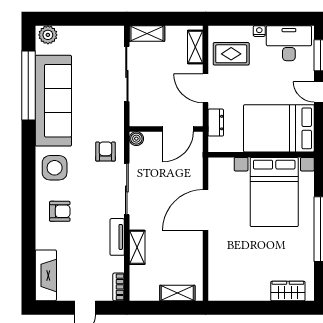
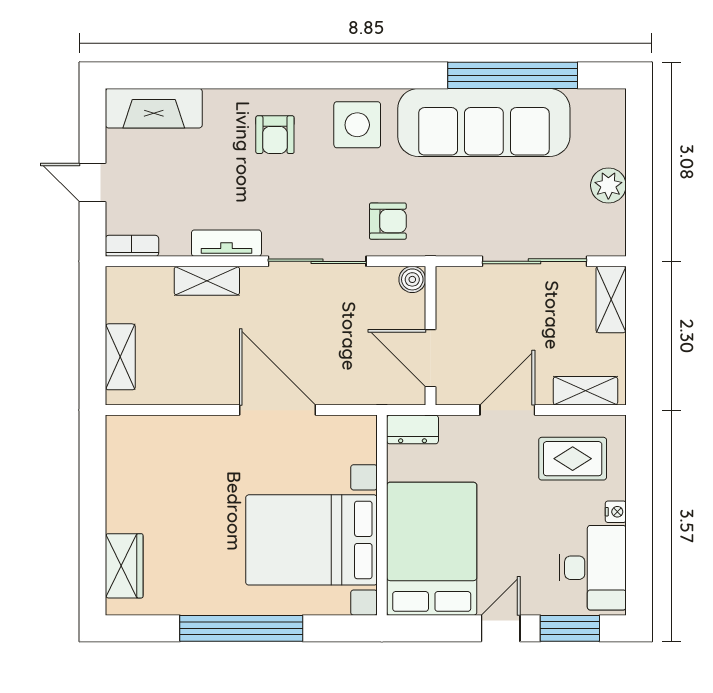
plant: (48, 35) -> (608, 185), moved
rug: (231, 54) -> (573, 459), turned 90
dresser: (216, 123) -> (413, 429), moved

